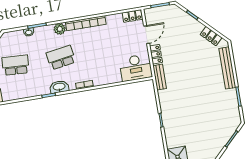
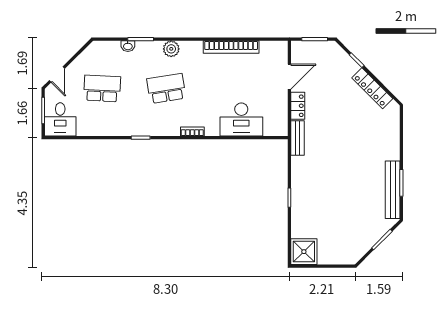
locker: (132, 16) -> (274, 48), removed
bookcase: (86, 23) -> (231, 47), moved
locker: (211, 36) -> (372, 88), width x1.53
desk: (136, 68) -> (241, 120), moved
bench: (227, 68) -> (393, 190), moved
washbasin: (59, 87) -> (157, 128), removed

